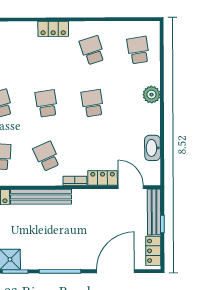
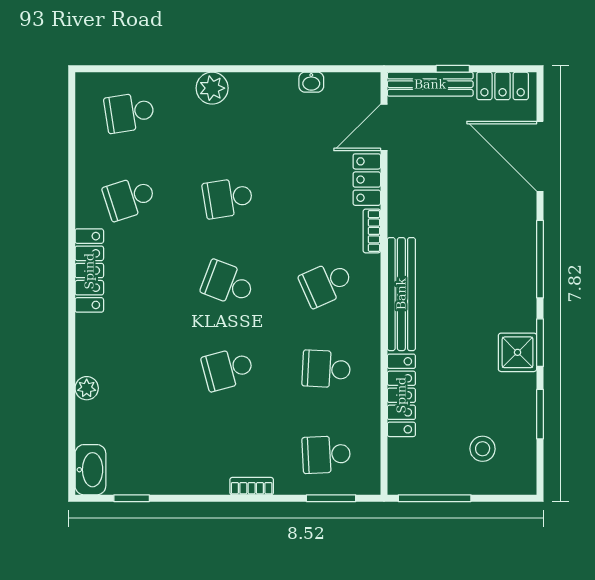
locker: (53, 29) -> (89, 271), width x1.53
school desk: (46, 103) -> (228, 283), turned 30
washbasin: (153, 148) -> (311, 82), width x0.52, depth x0.69

